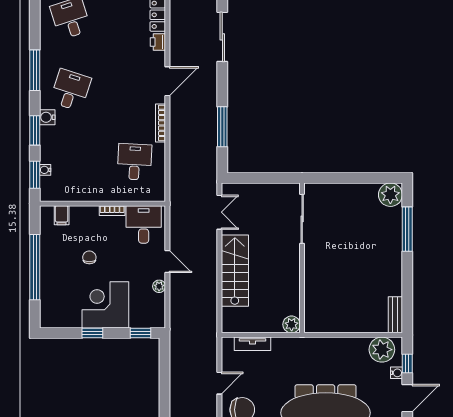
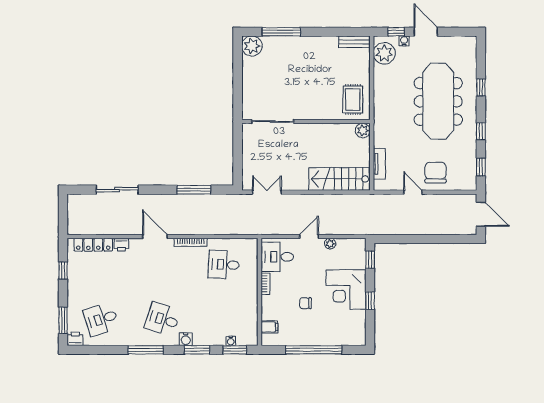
stairs: (235, 271) -> (340, 179), moved
rug: (328, 313) -> (353, 99), added

